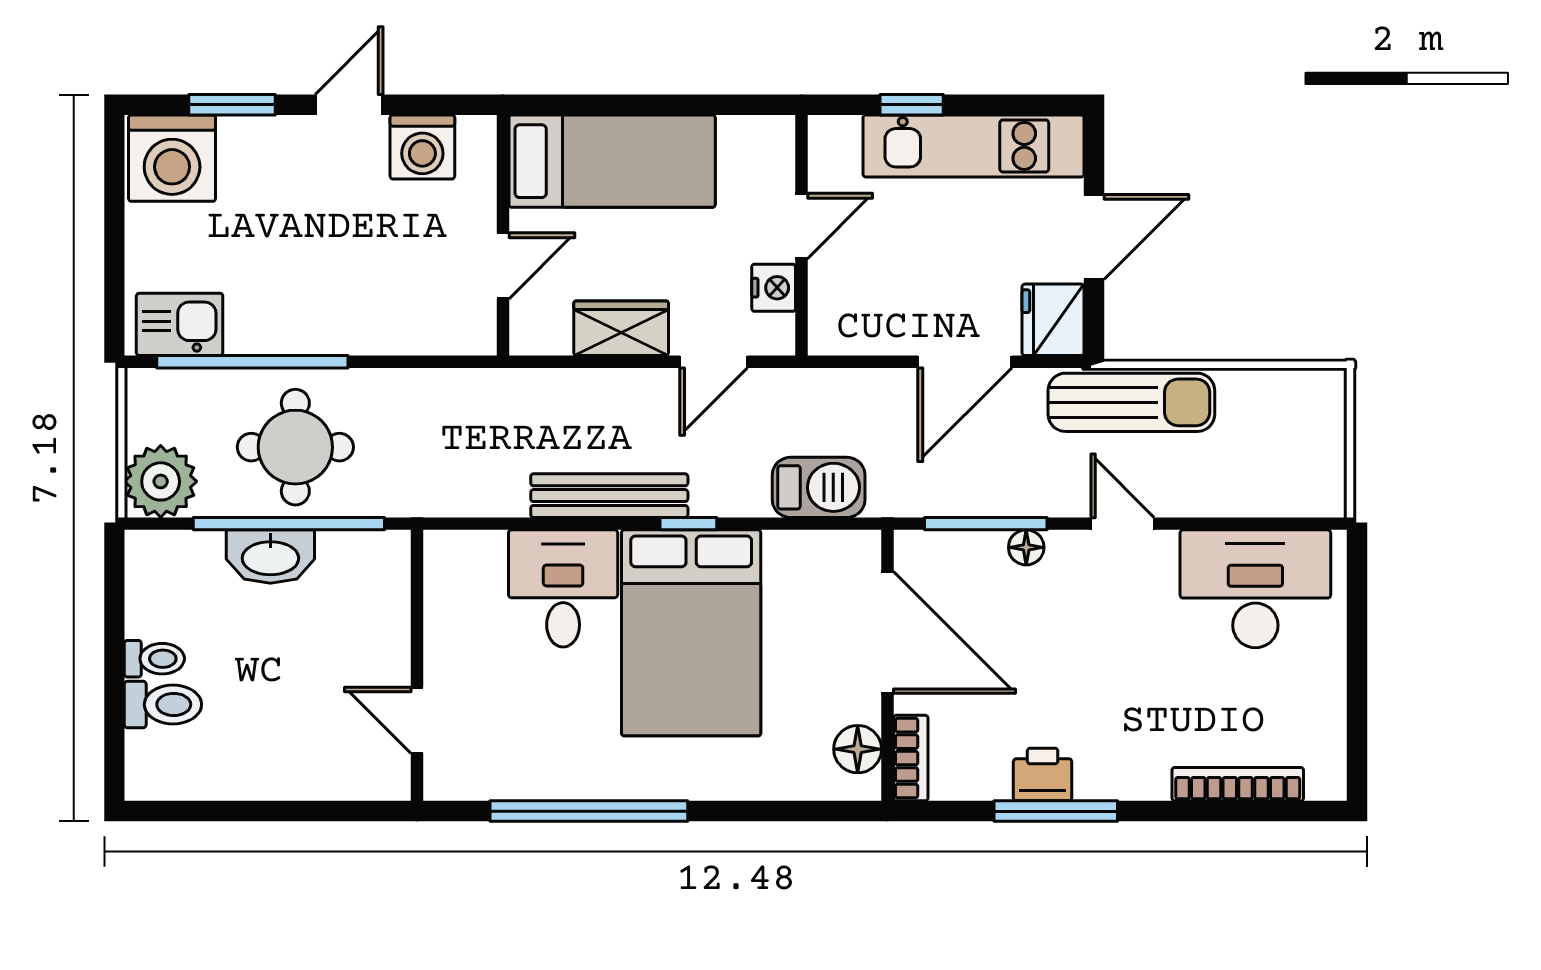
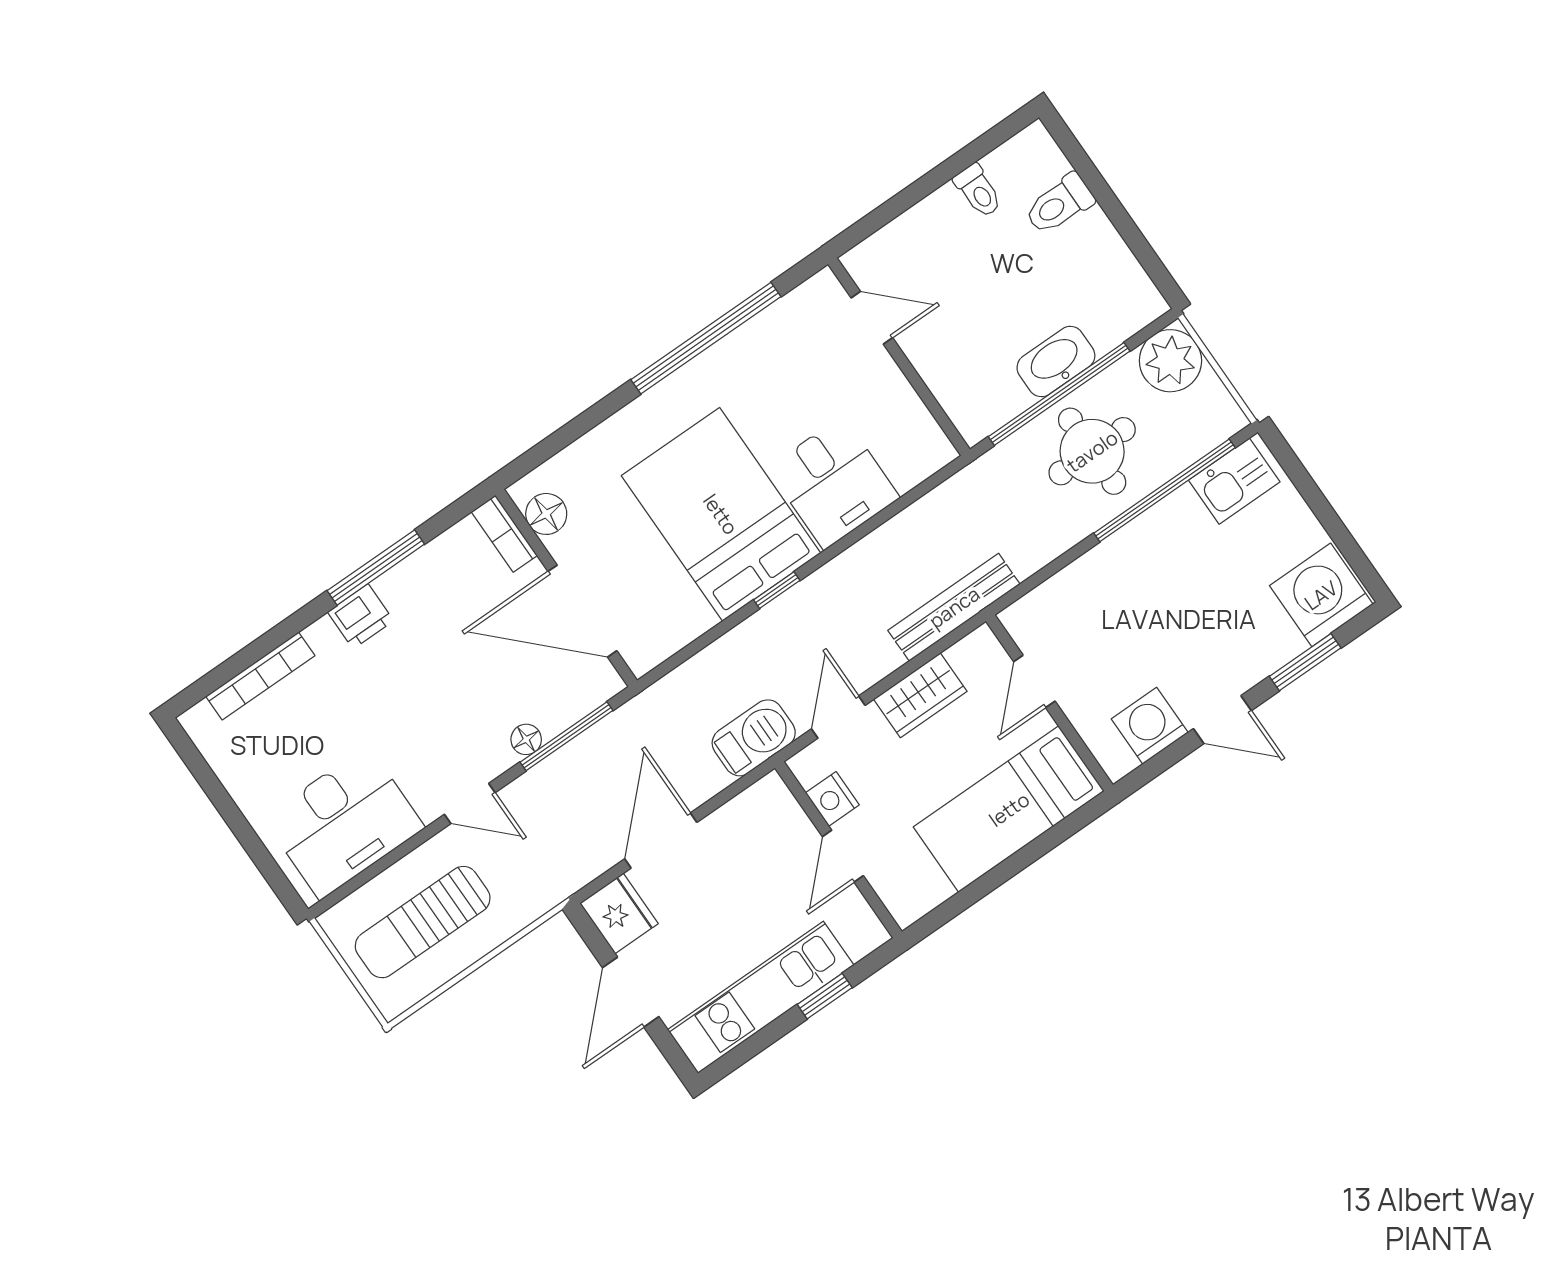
door: (349, 105) -> (1222, 720), hinge flipped
sun lounger: (1131, 402) -> (423, 922), moved
barbecue: (819, 487) -> (754, 738), moved, turned 180
bench: (609, 496) -> (954, 607), moved
toilet: (154, 659) -> (978, 191), moved, turned -90
printer: (1043, 774) -> (361, 616), moved

